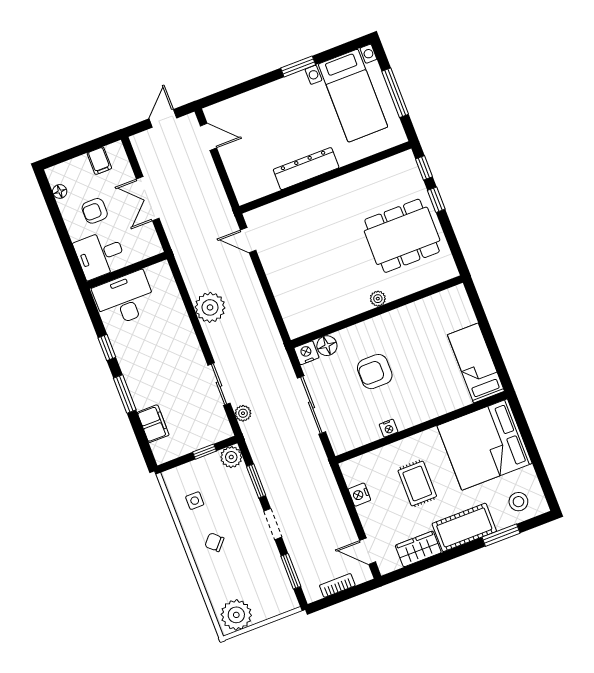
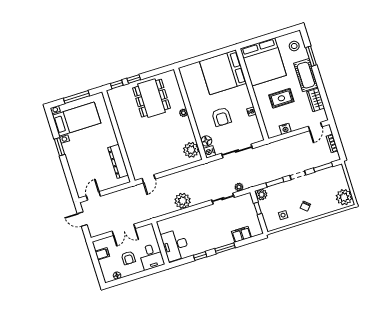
dresser: (306, 169) -> (118, 161), moved
plant: (308, 318) -> (191, 150), added
bed: (476, 363) -> (223, 72), width x2.04

